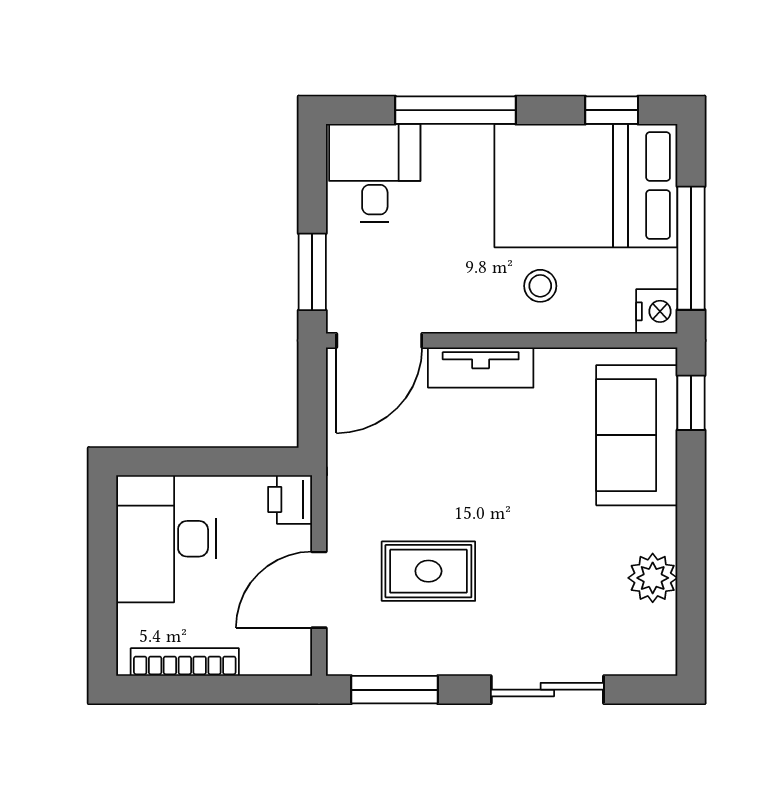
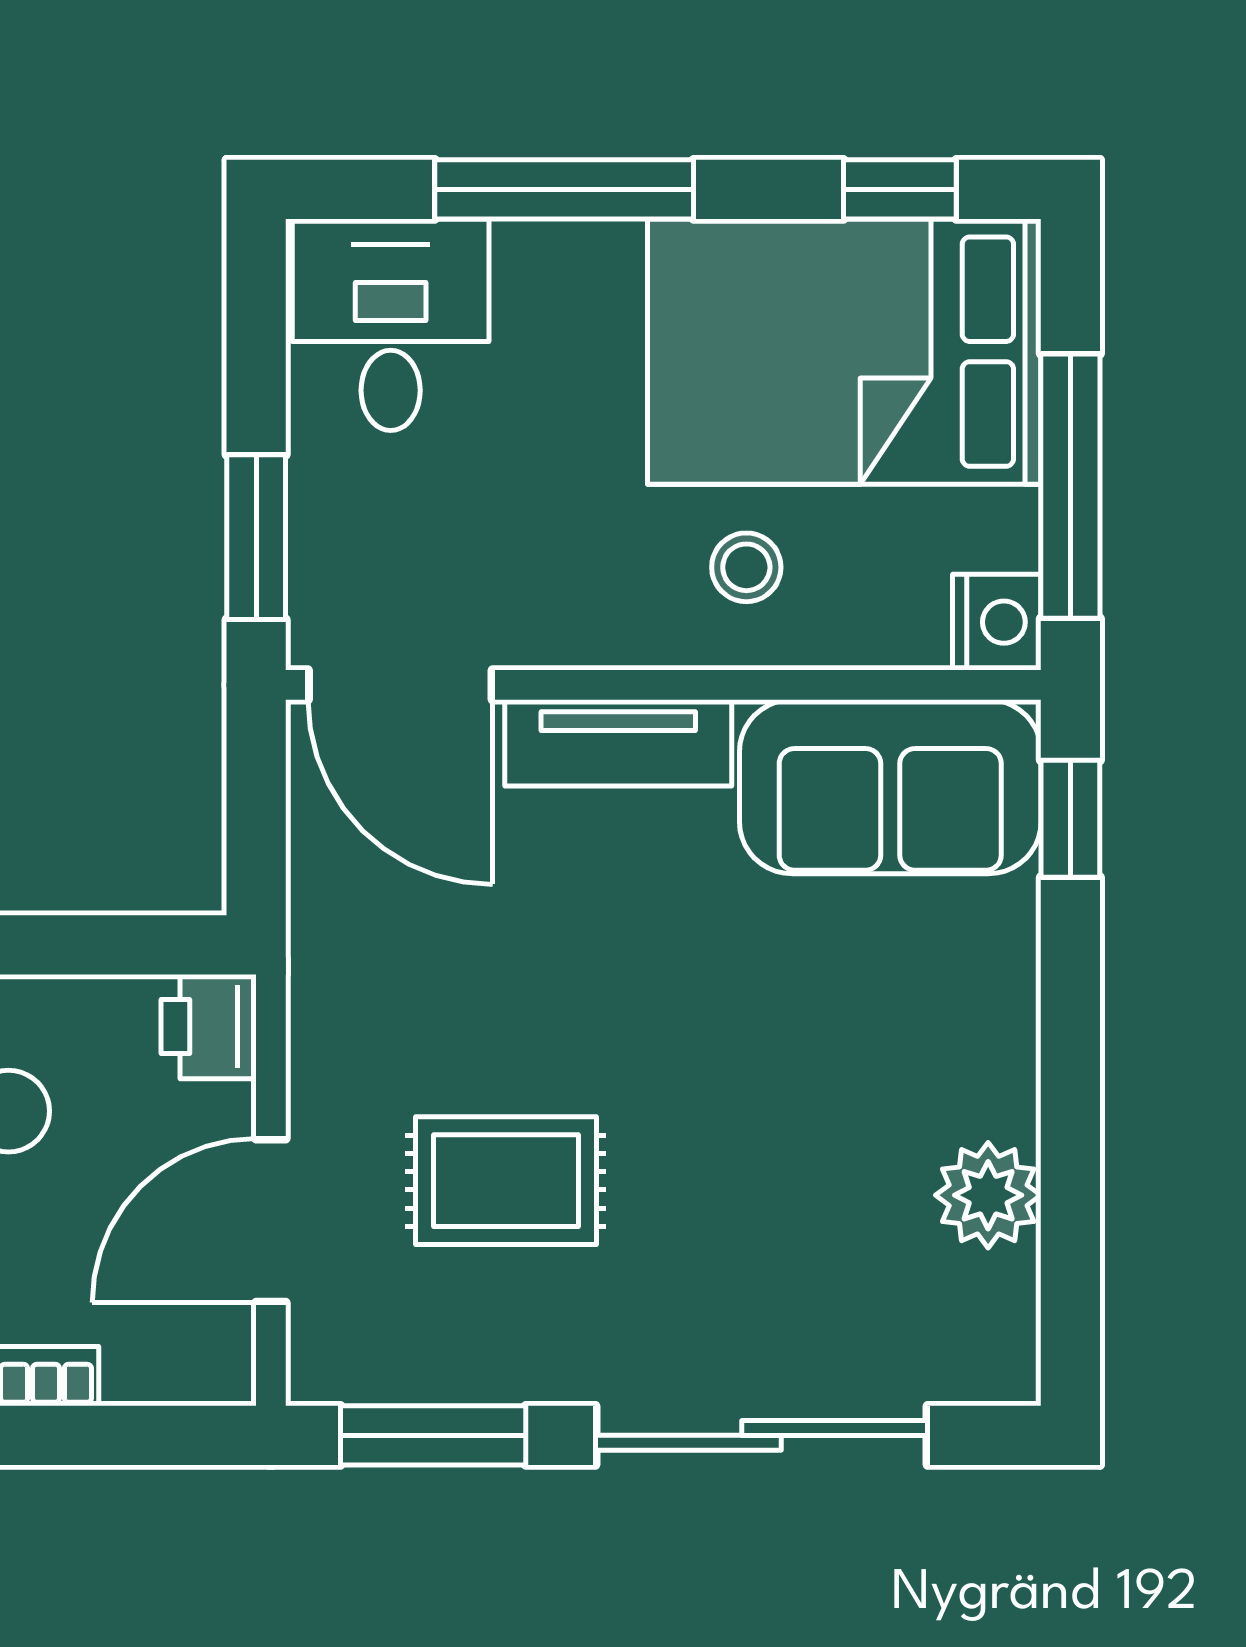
door: (379, 341) -> (400, 685), hinge flipped
sofa: (637, 435) -> (890, 787), moved, turned -90
sliding door: (547, 690) -> (761, 1435), width x1.37

